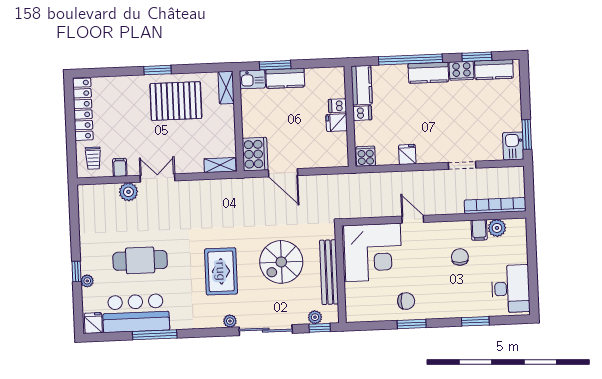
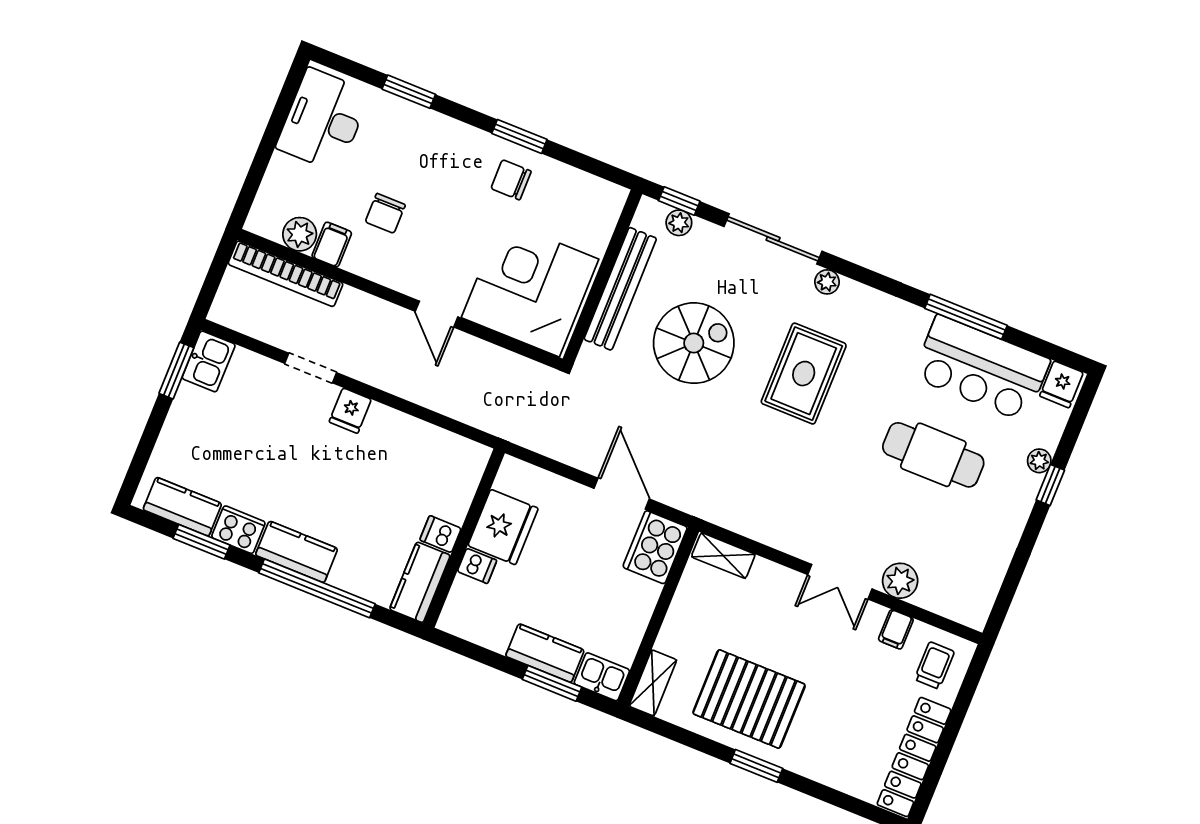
fridge: (337, 123) -> (503, 527), width x1.88, depth x1.34
fridge: (407, 154) -> (350, 411), moved
cooker: (366, 156) -> (468, 458), removed

